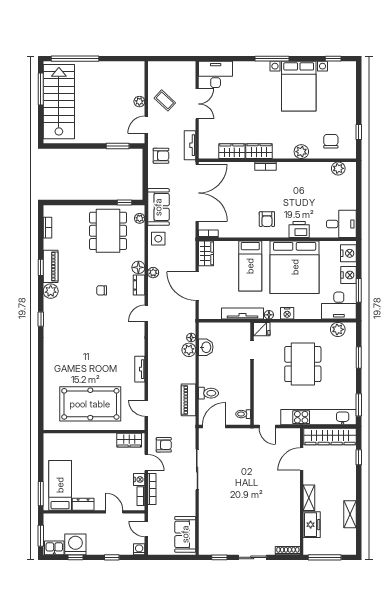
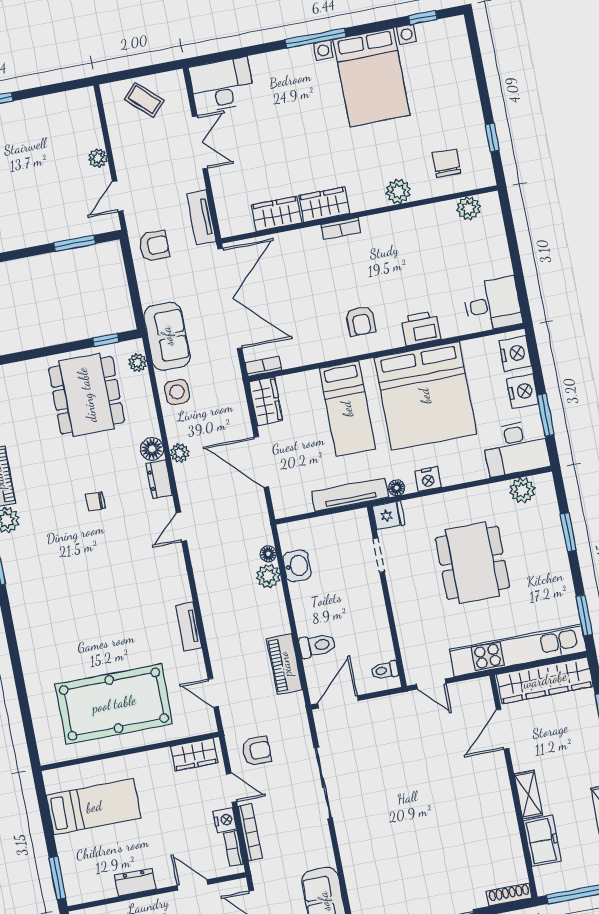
coffee table: (165, 100) -> (144, 100), moved
bed: (60, 485) -> (94, 807), moved, turned 90

